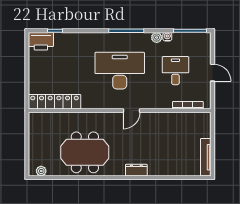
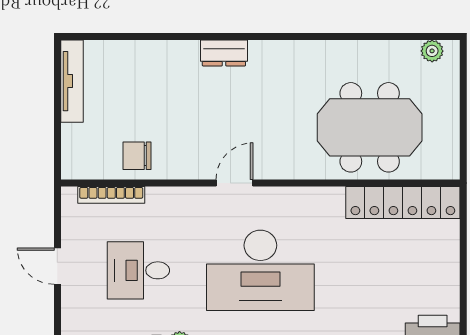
desk: (175, 71) -> (138, 270), turned 90
chair: (176, 123) -> (137, 156), added
meeting table: (85, 152) -> (370, 127), moved

